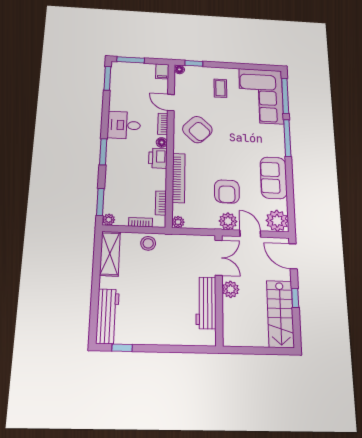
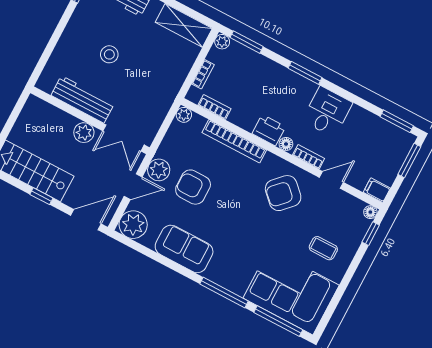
stool: (148, 243) -> (109, 54), moved

